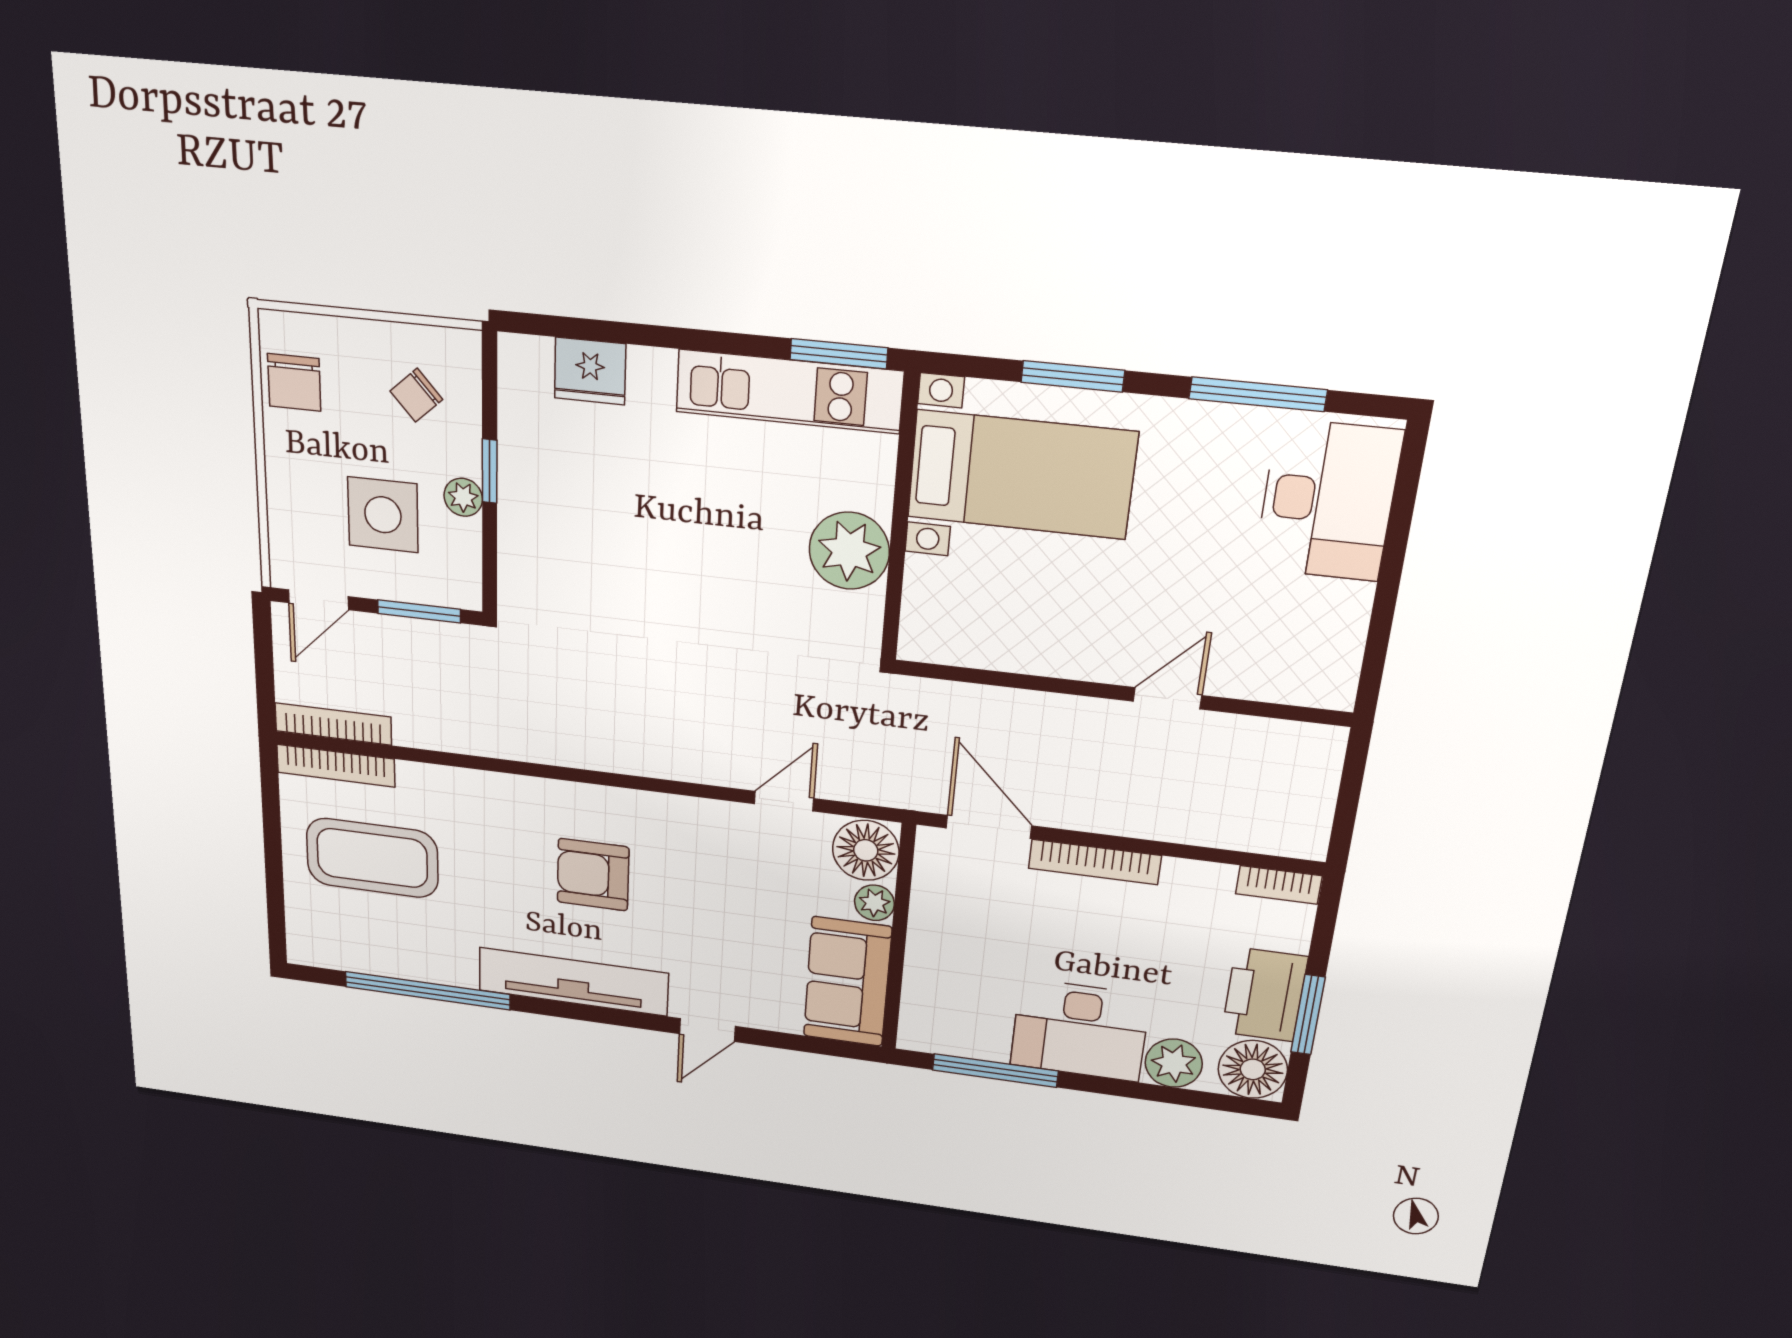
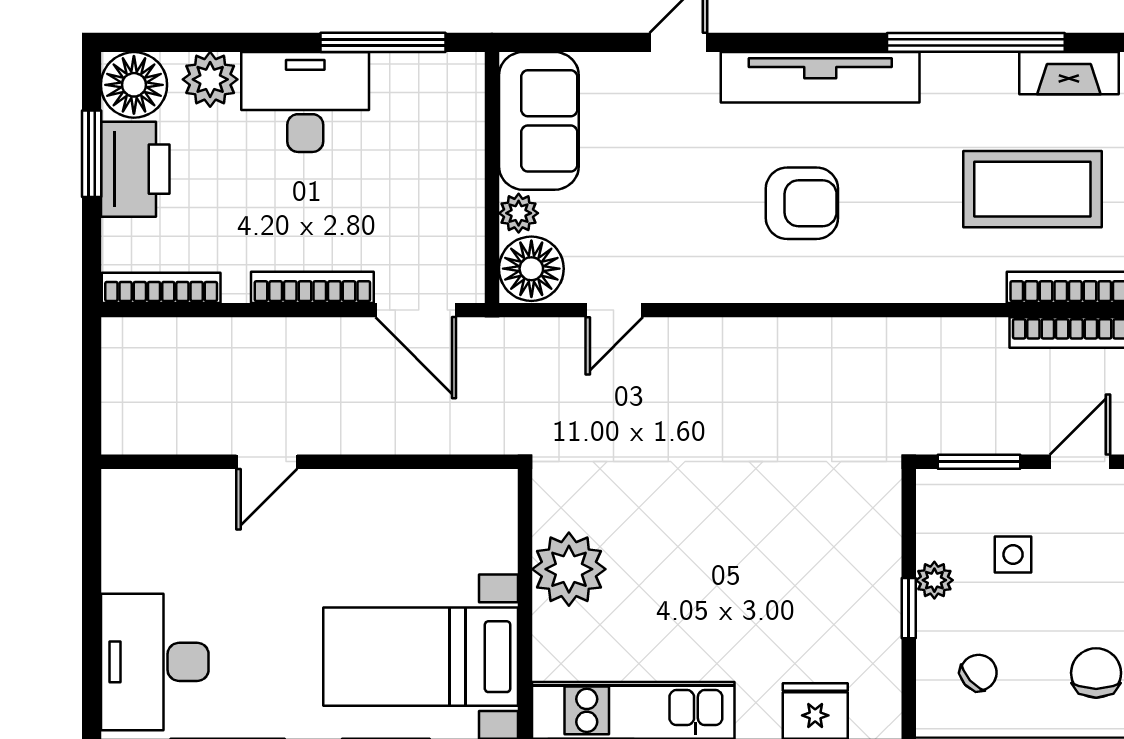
side table: (383, 515) -> (1013, 555), width x0.54, depth x0.54
bookcase: (1279, 885) -> (161, 288), width x1.56
fireplace: (341, 953) -> (1069, 73), added

